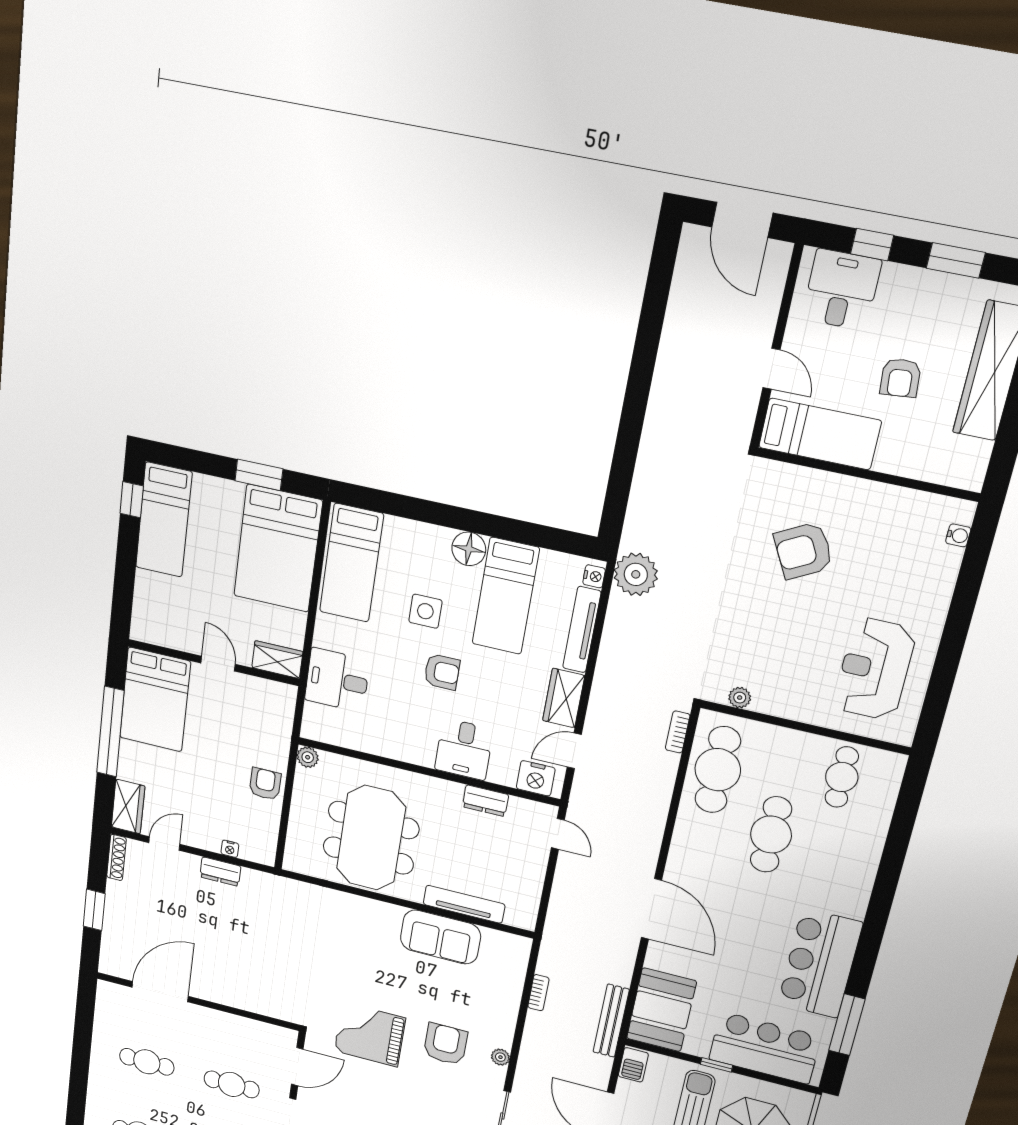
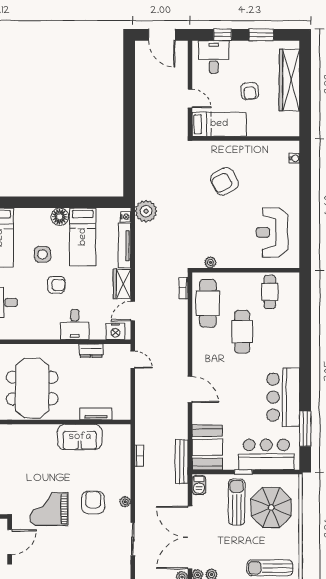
tv unit: (464, 904) -> (96, 414), width x0.71
door: (651, 909) -> (190, 390), width x0.73

